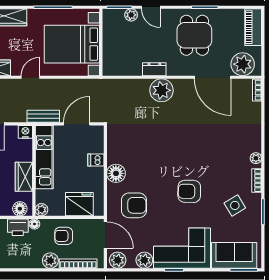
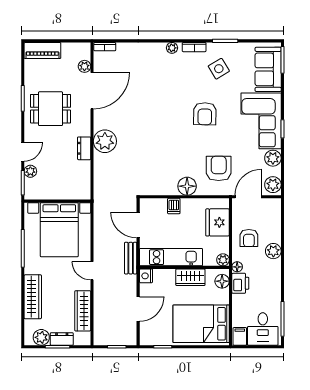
plant: (243, 64) -> (84, 66), width x0.53, depth x0.53
bookcase: (78, 264) -> (276, 224), removed

